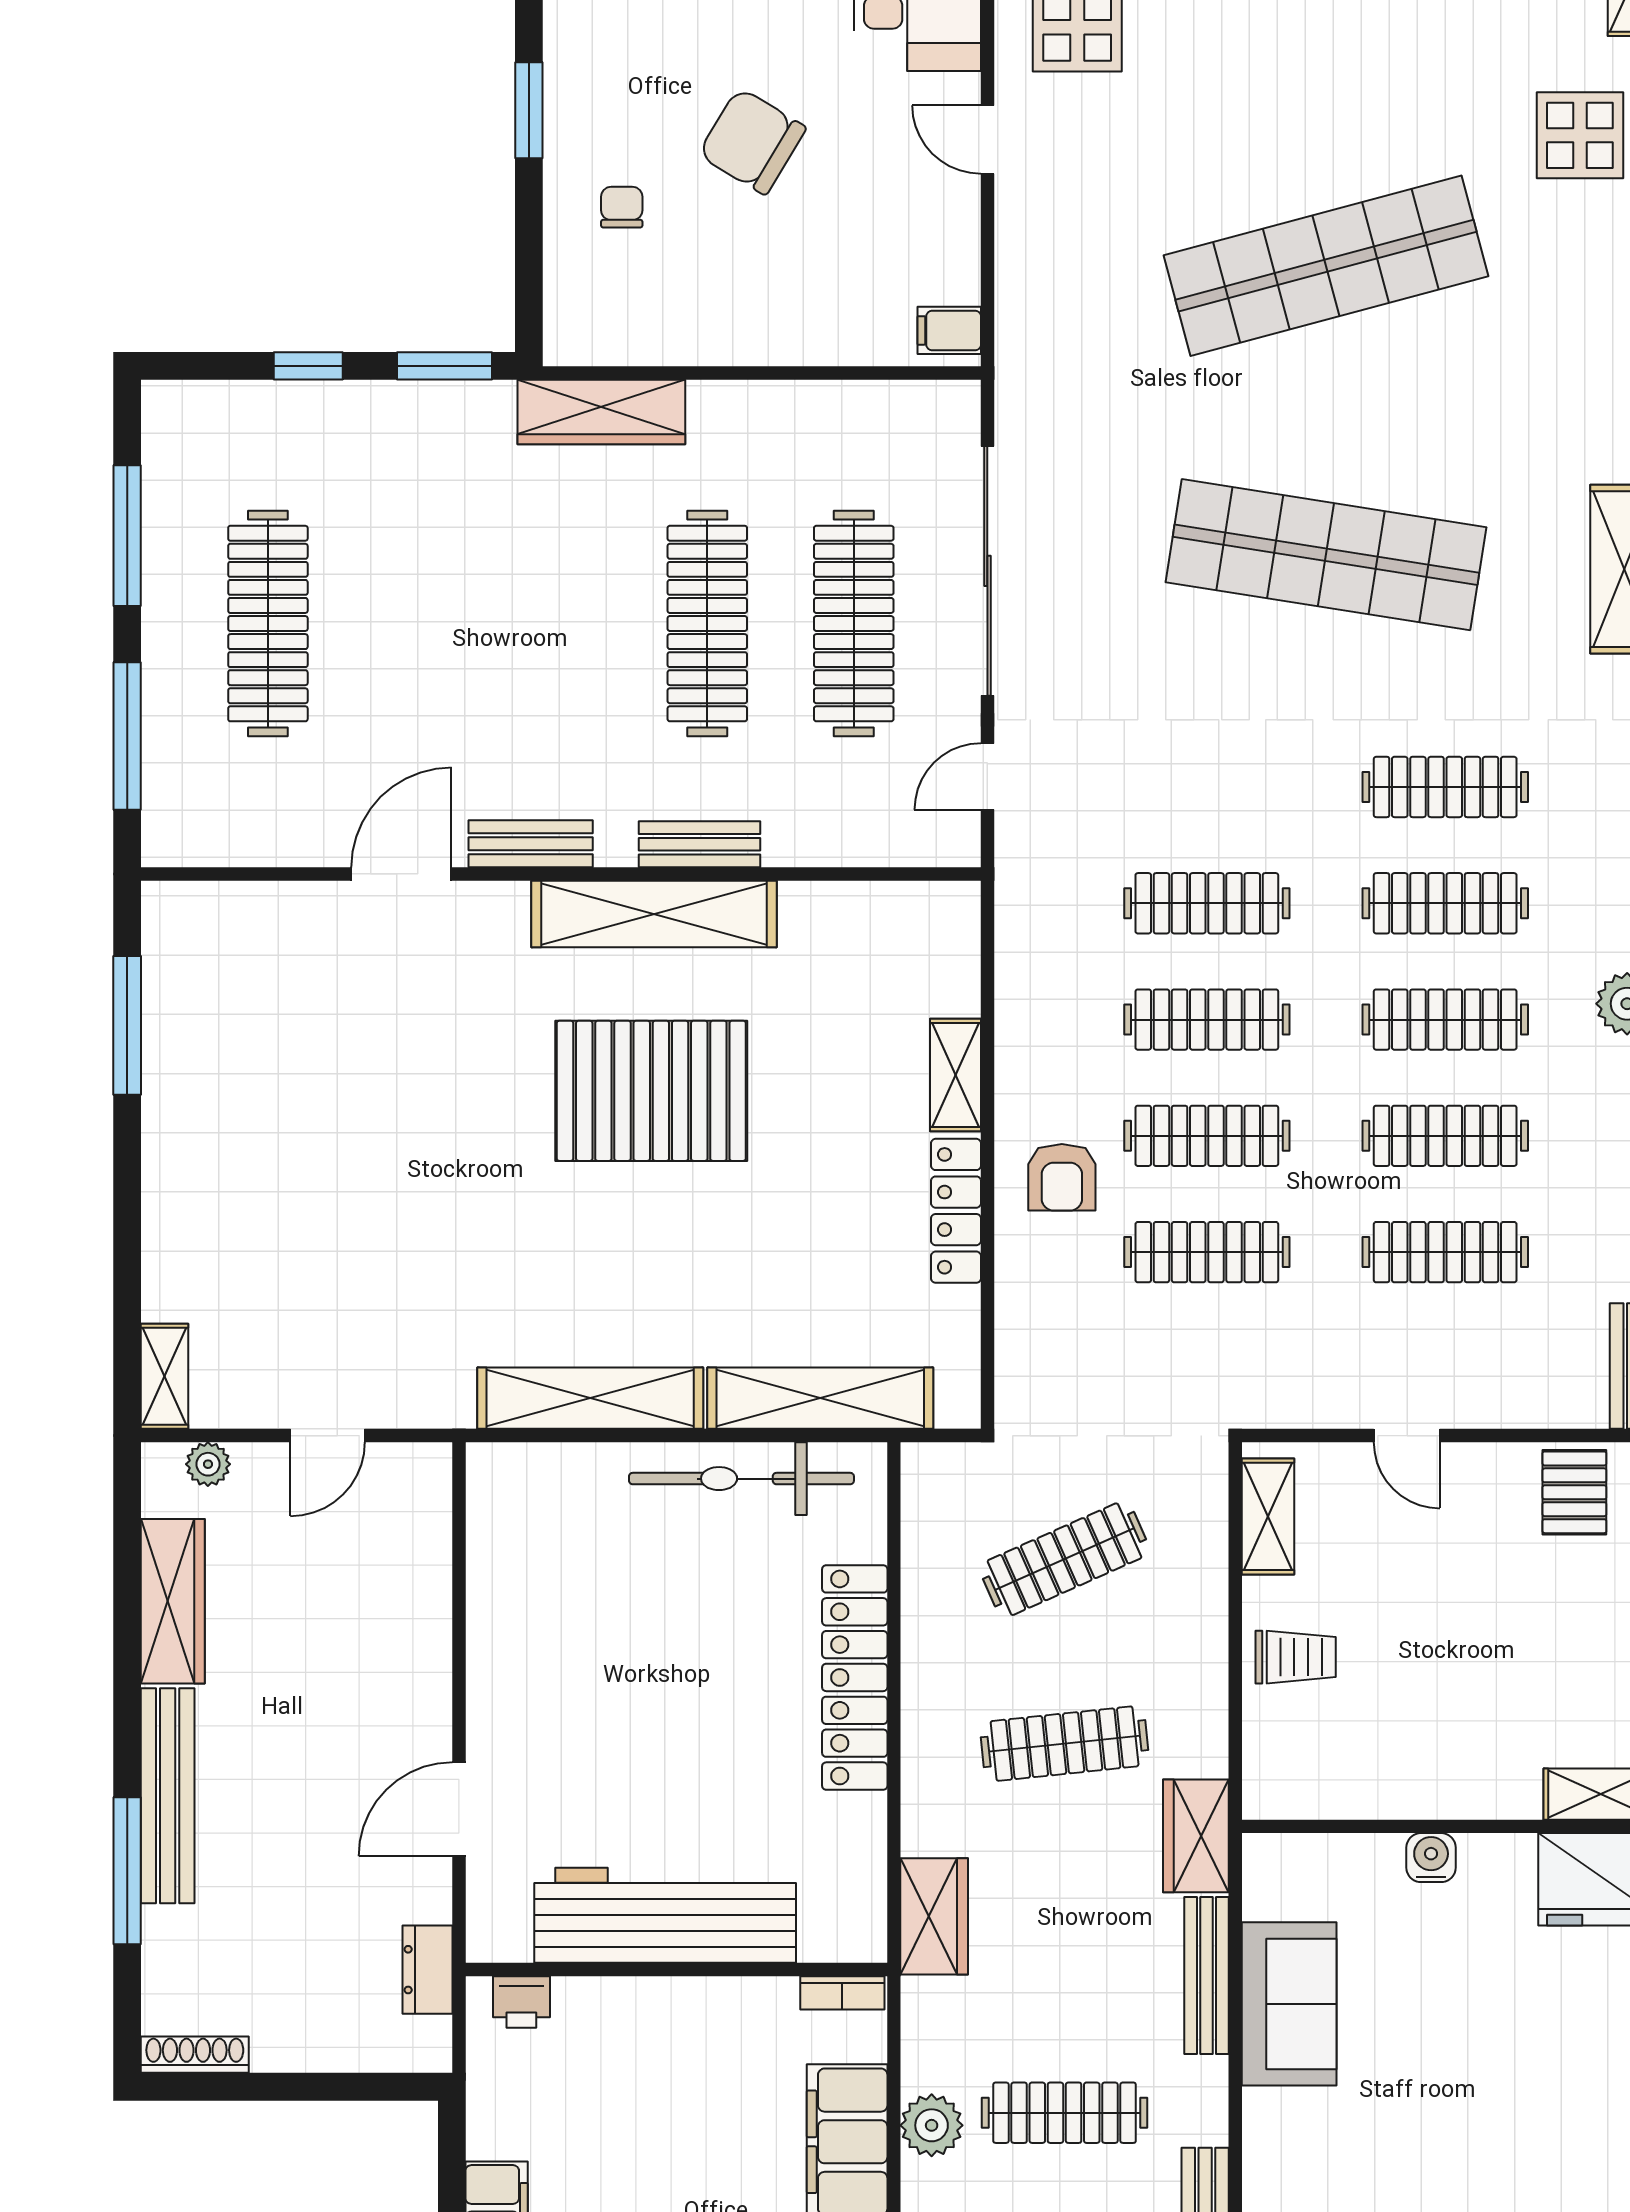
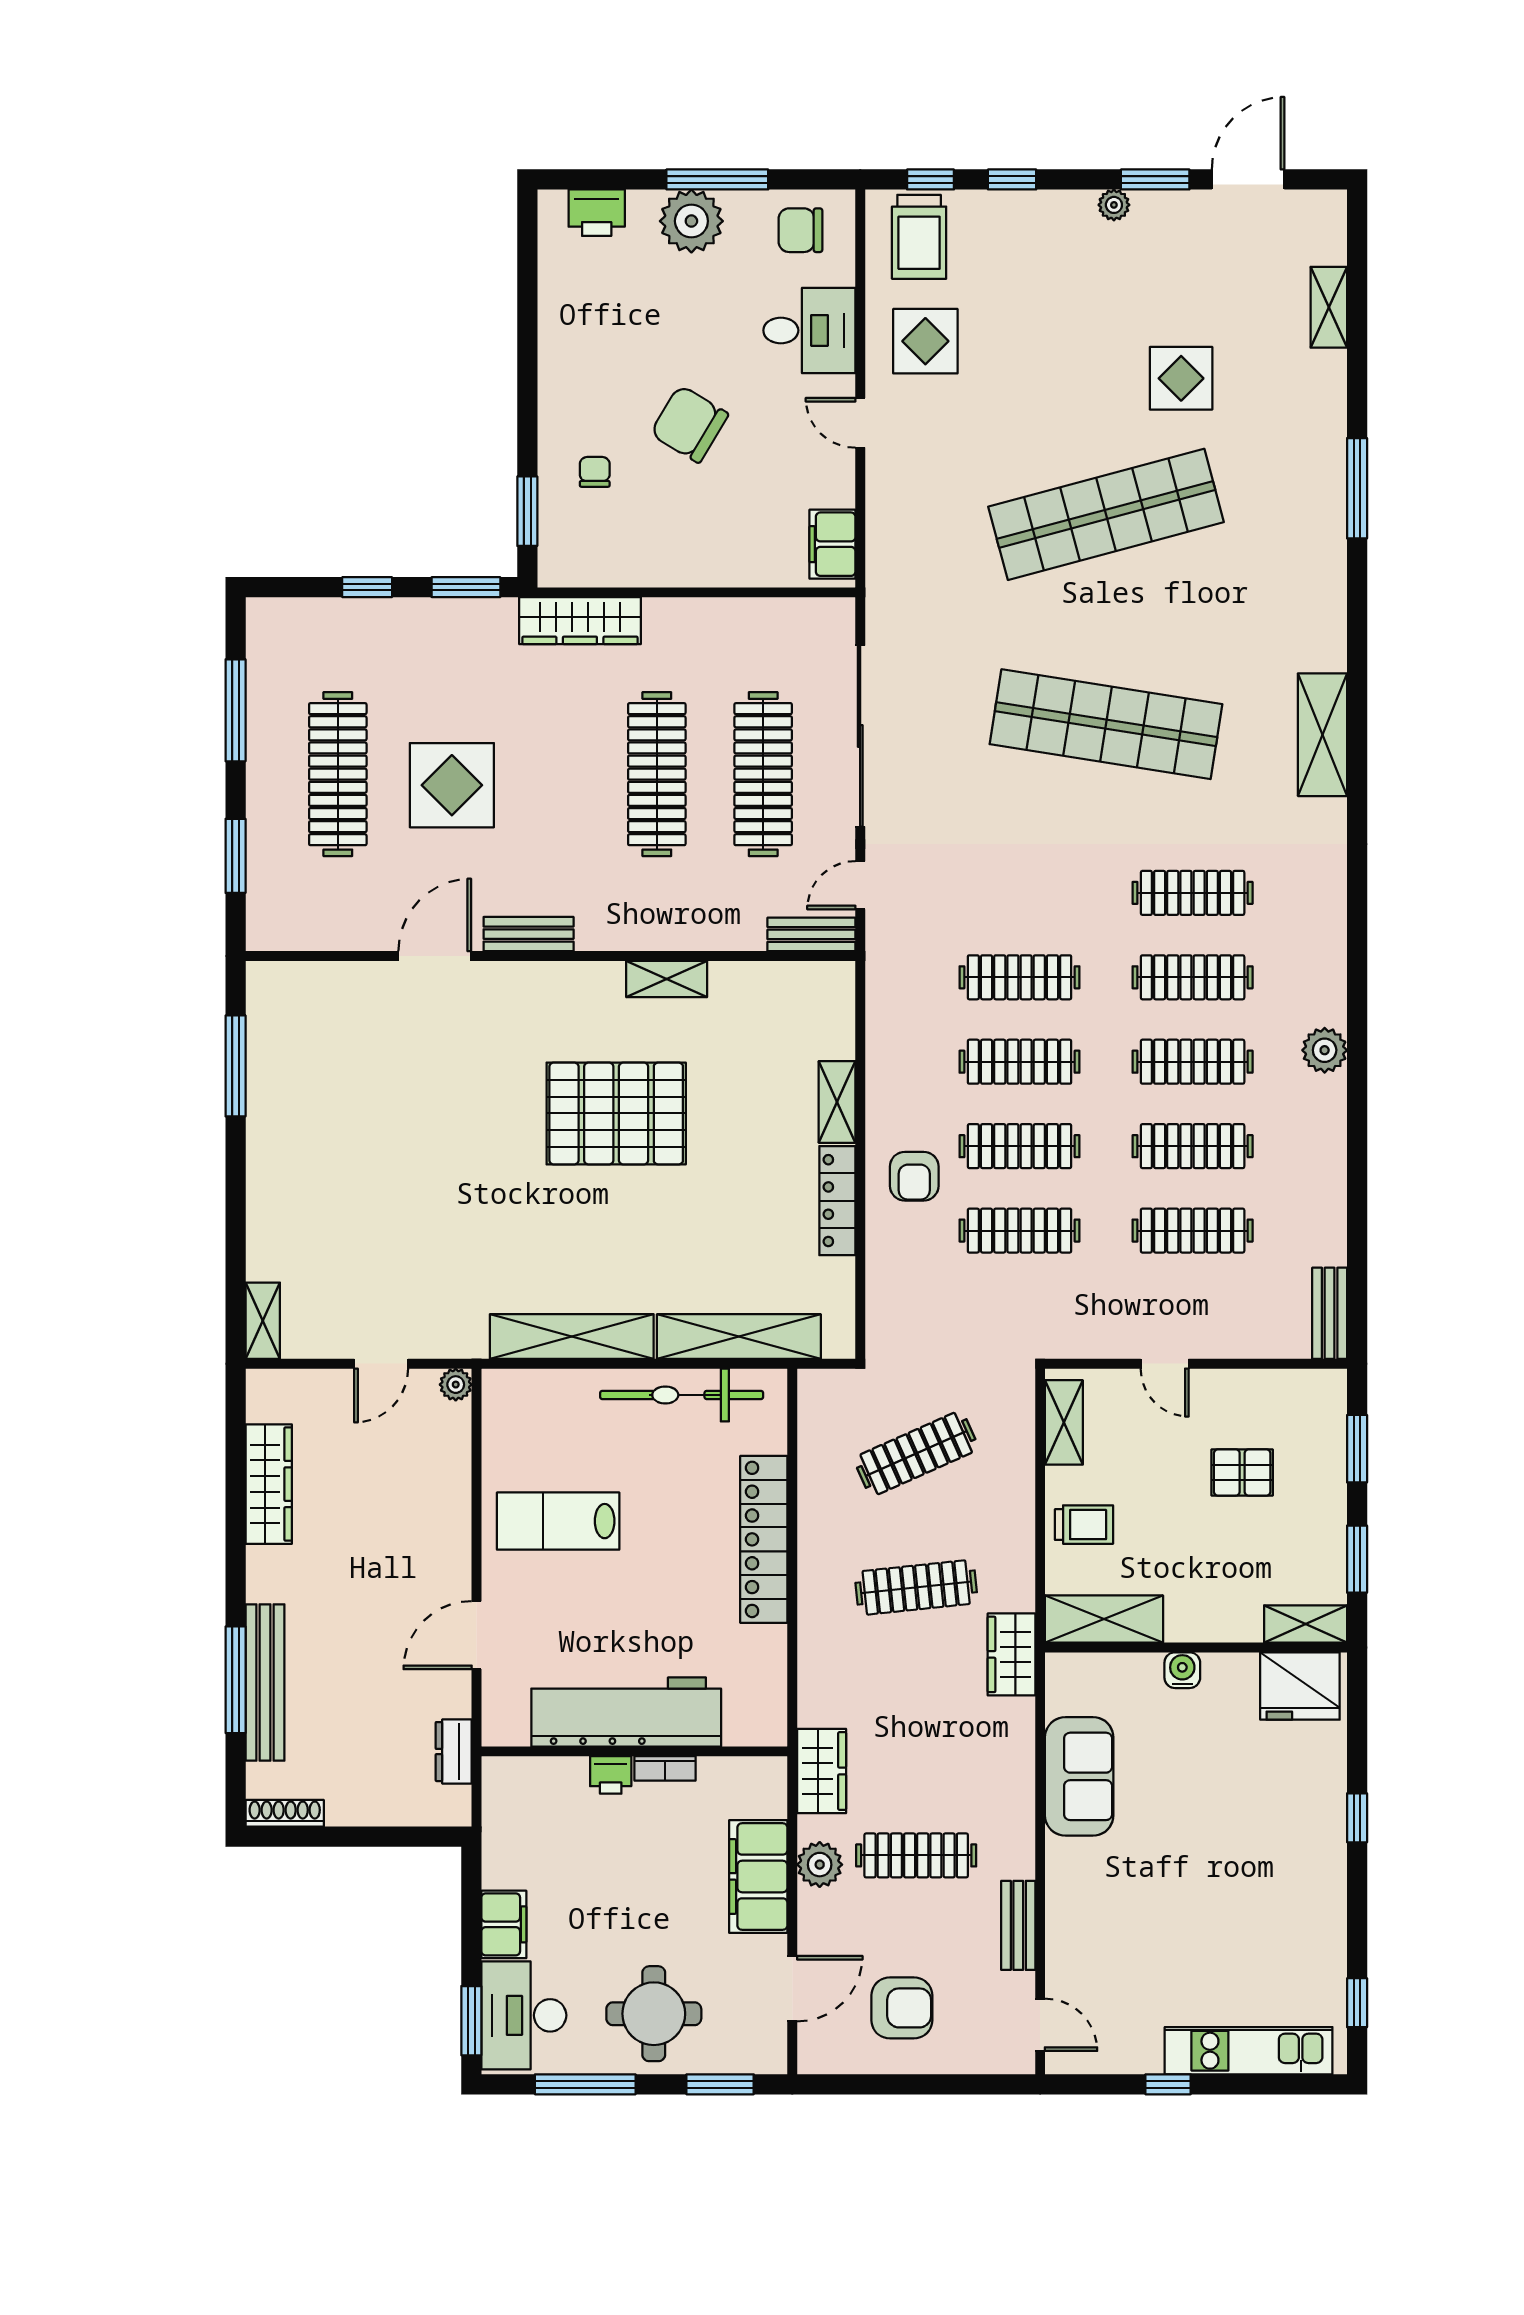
window: (529, 110) -> (527, 511), moved
display table: (1580, 135) -> (1181, 378), moved
filing cabinet: (949, 330) -> (832, 544), width x2.00
display table: (425, 639) -> (452, 785), added
window: (127, 736) -> (236, 856), width x0.69
bench: (699, 844) -> (811, 934), moved
shelving: (654, 914) -> (667, 979), width x0.45, depth x0.75
plant: (208, 1464) -> (456, 1385), moved
pallet: (1574, 1492) -> (1242, 1472), moved, turned 90
lab bench: (571, 1652) -> (558, 1521), added
shelving: (1323, 1787) -> (1104, 1619), added
bench: (168, 1796) -> (265, 1683), moved
wardrobe: (934, 1916) -> (822, 1771), moved
bench: (1207, 1975) -> (1019, 1756), removed
bookcase: (842, 1993) -> (665, 1768), moved
printer: (521, 2002) -> (611, 1775), moved

